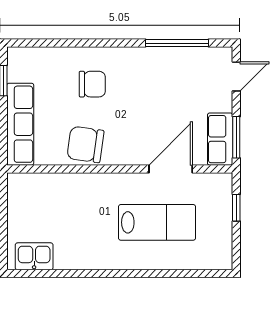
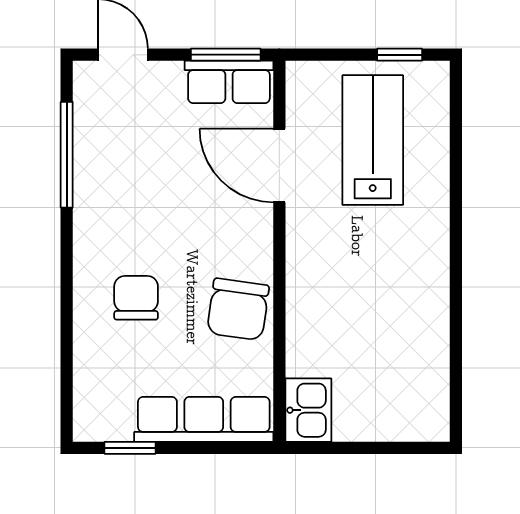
window: (236, 208) -> (400, 55), moved
lab bench: (157, 222) -> (373, 140), moved
kitchen sink: (34, 256) -> (308, 410), moved, turned 180

